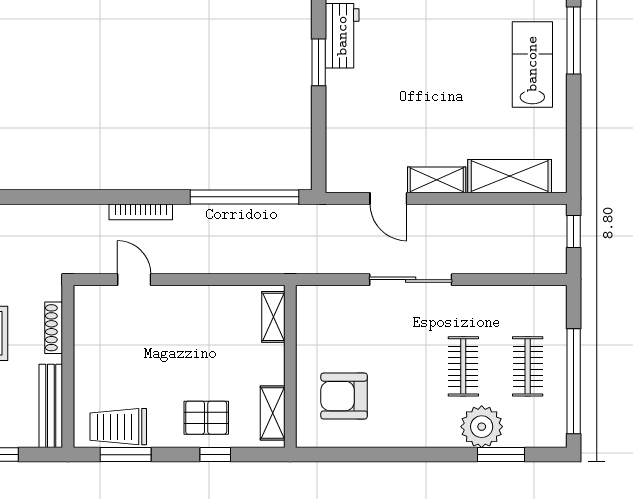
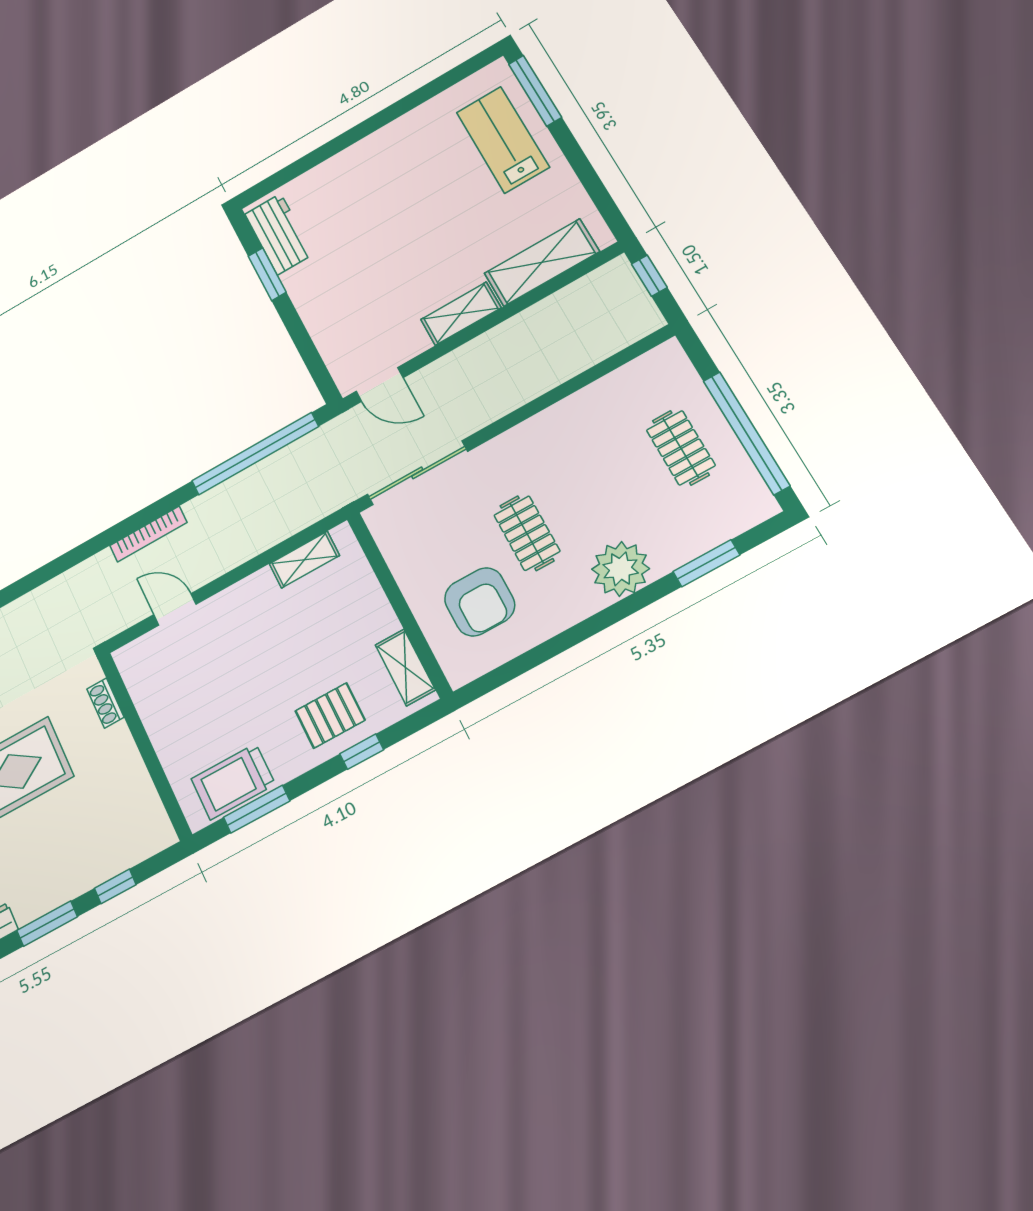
door: (388, 198) -> (380, 385), moved
sliding door: (411, 280) -> (417, 473), moved
shelving: (273, 317) -> (304, 560), moved, turned 90
shoe rack: (54, 328) -> (105, 703), width x0.70
clothes rail: (463, 366) -> (527, 533), moved
armchair: (344, 396) -> (480, 602), turned -90
bench: (51, 406) -> (145, 801), removed
plant: (482, 427) -> (621, 569), moved

